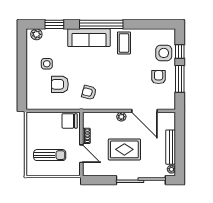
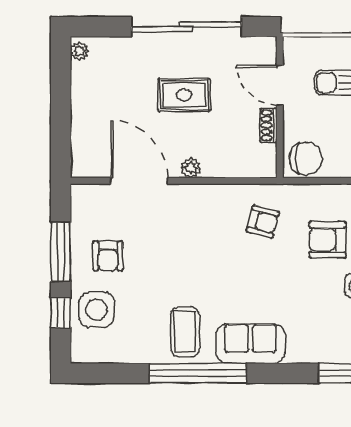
window: (101, 24) -> (198, 373), moved
sofa: (89, 38) -> (250, 344), width x0.73
armchair: (60, 84) -> (328, 240), turned 180
bench: (171, 147) -> (81, 100), removed
rug: (124, 149) -> (184, 95), width x0.73, depth x0.70
sliding door: (141, 180) -> (186, 27), moved

